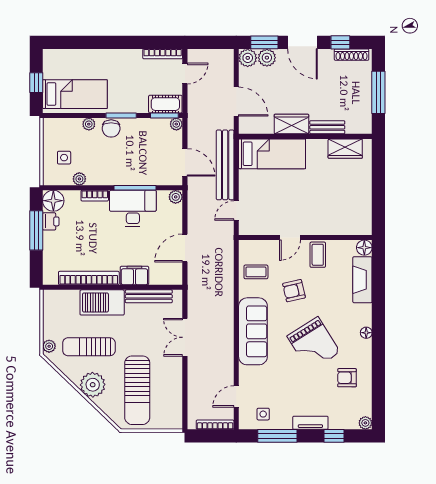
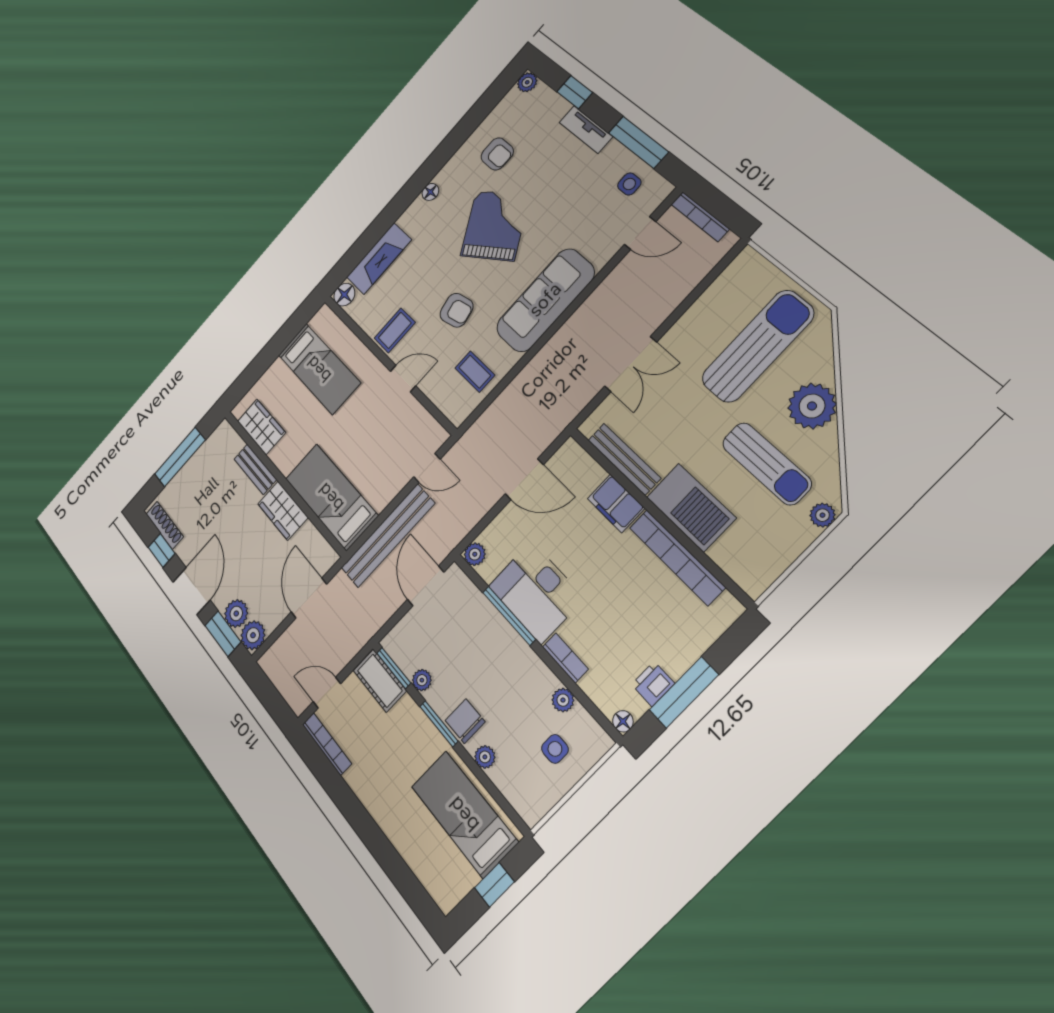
plant: (176, 124) -> (422, 680), moved
chair: (111, 128) -> (465, 721), turned -90
floor lamp: (53, 201) -> (623, 721), width x0.53, depth x0.53
bed: (341, 203) -> (319, 369), added

